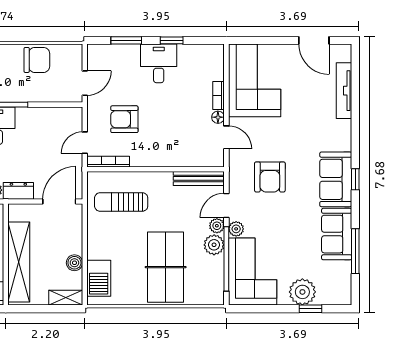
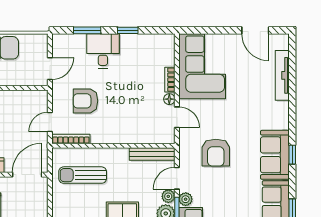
desk: (159, 63) -> (103, 51), moved

